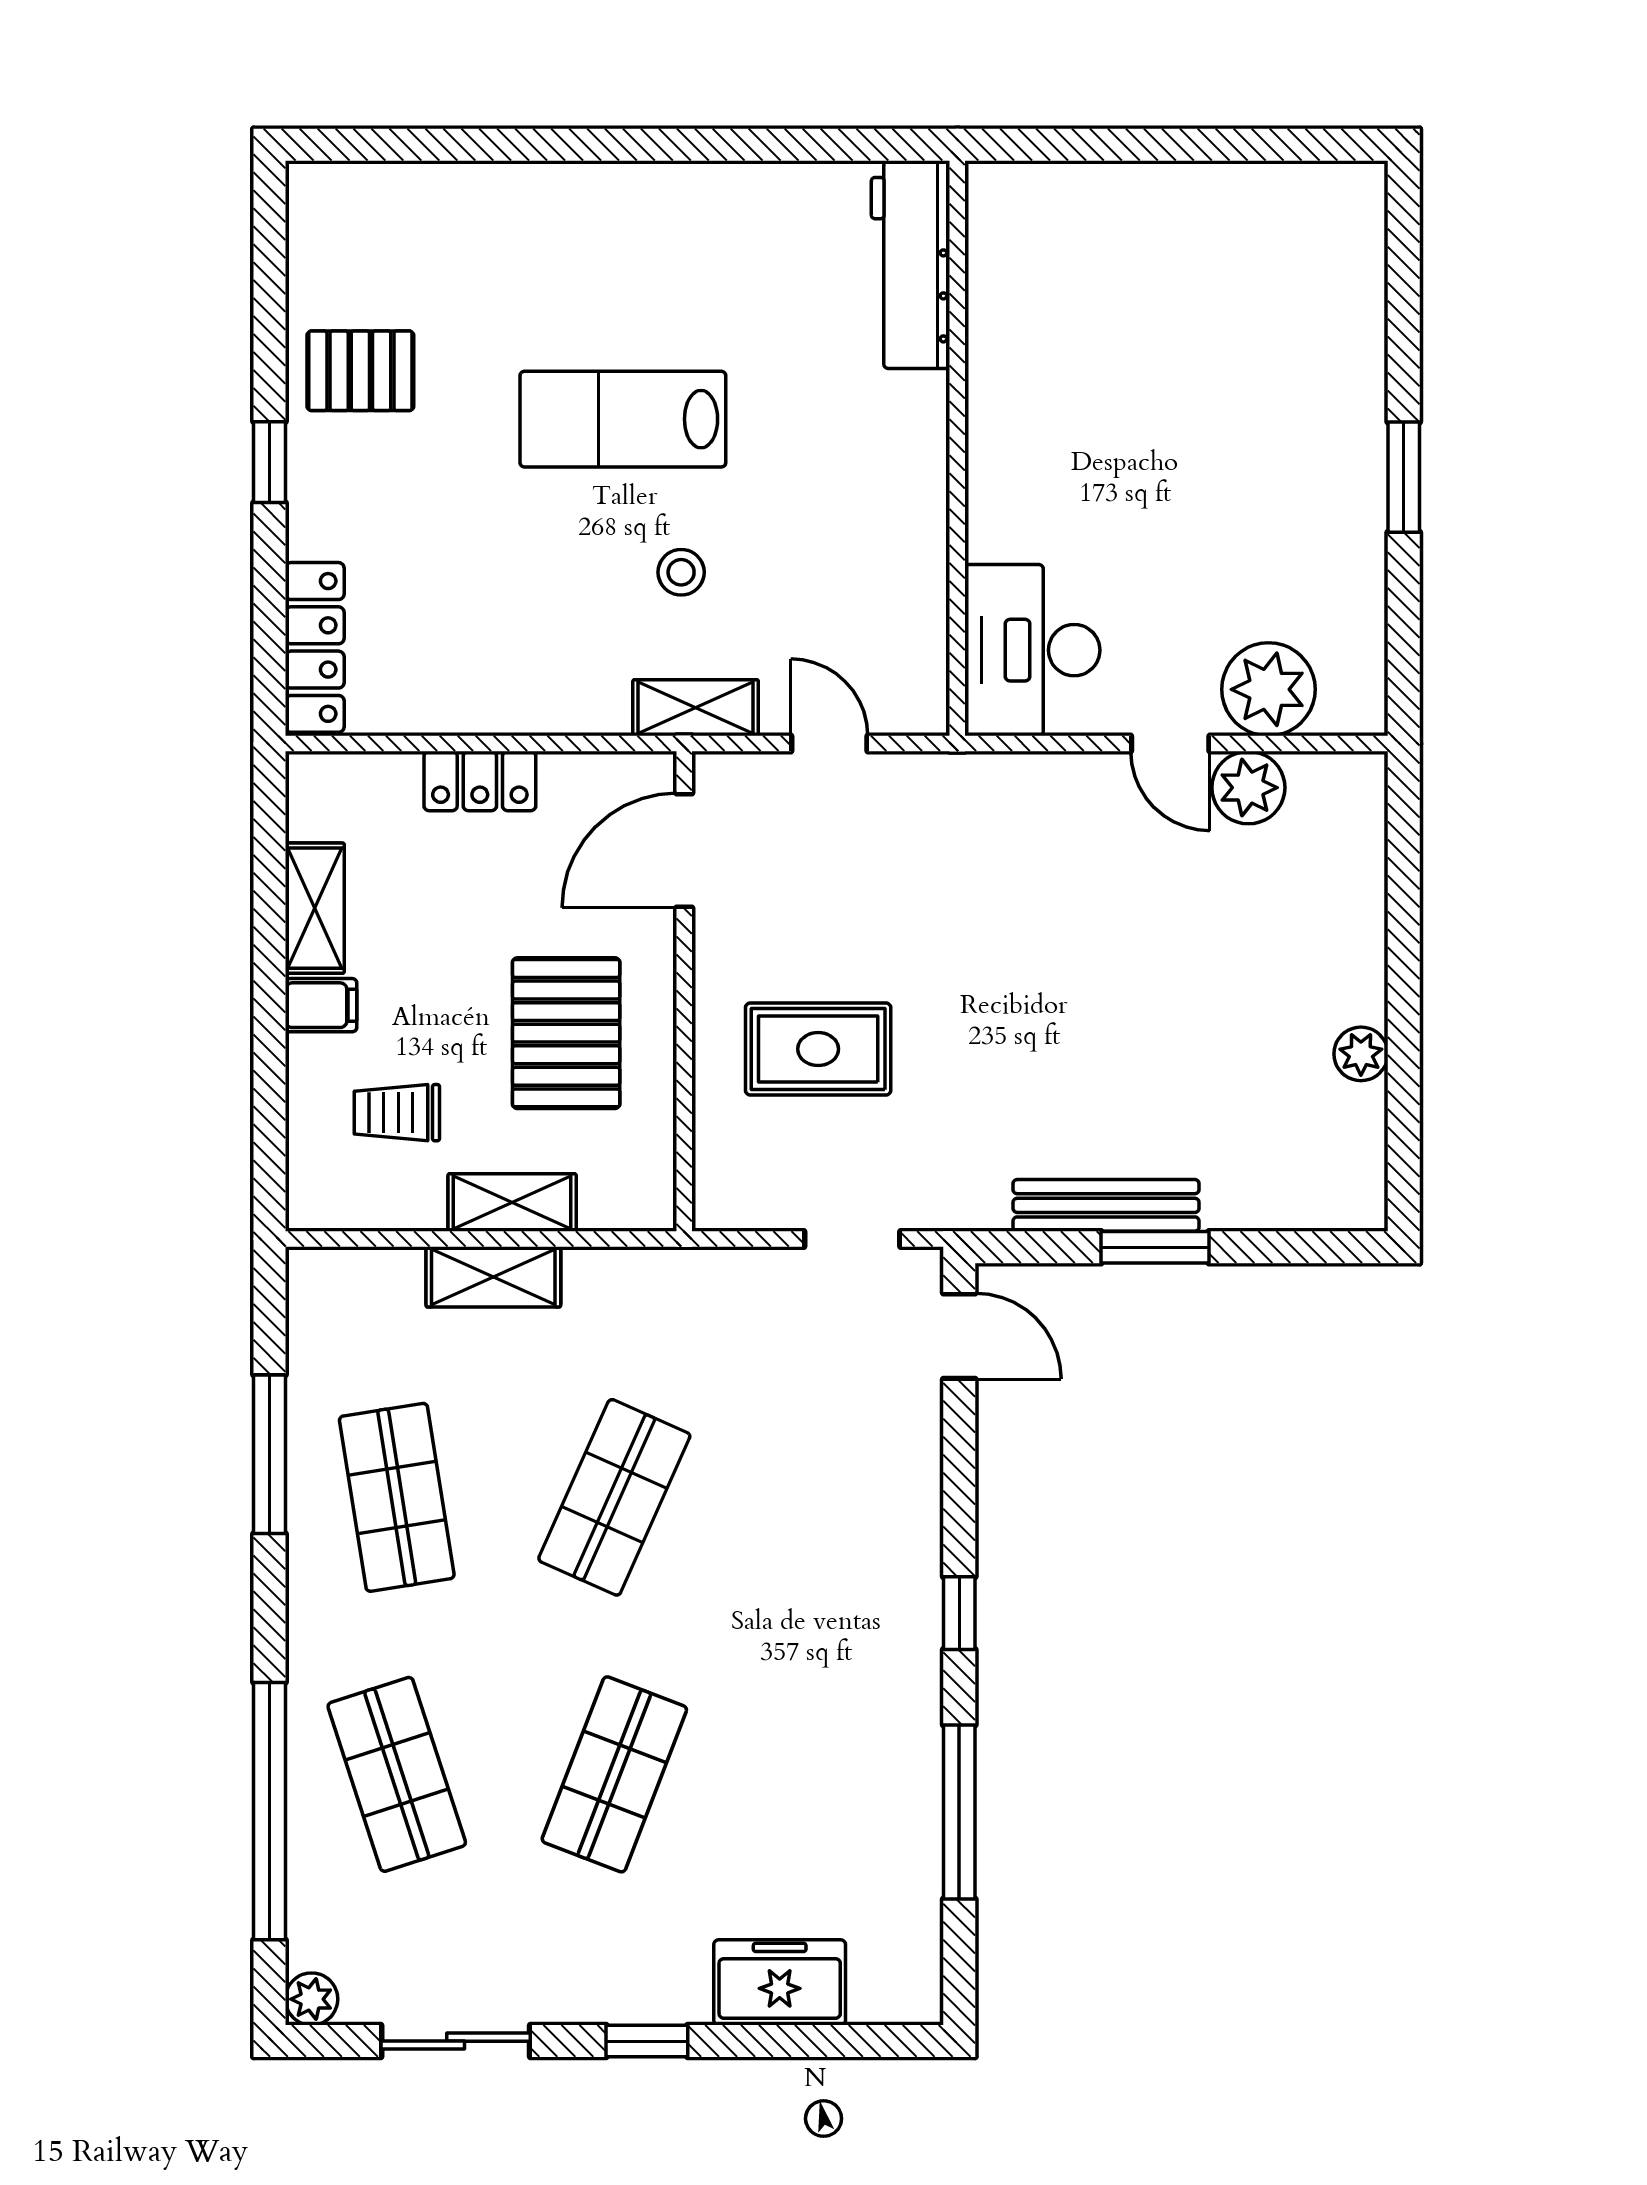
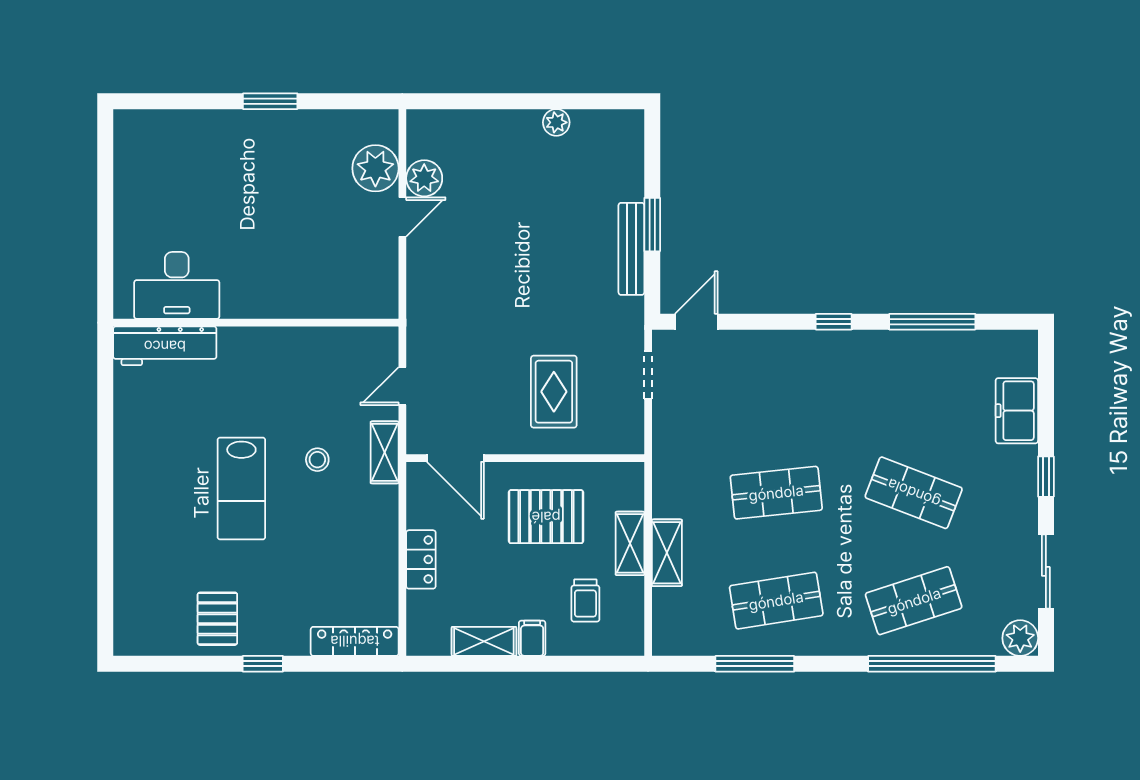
desk: (1032, 650) -> (177, 285), moved
shop shelf: (614, 1497) -> (776, 493), turned -30
plant: (312, 1999) -> (1020, 638), width x1.38, depth x1.38

